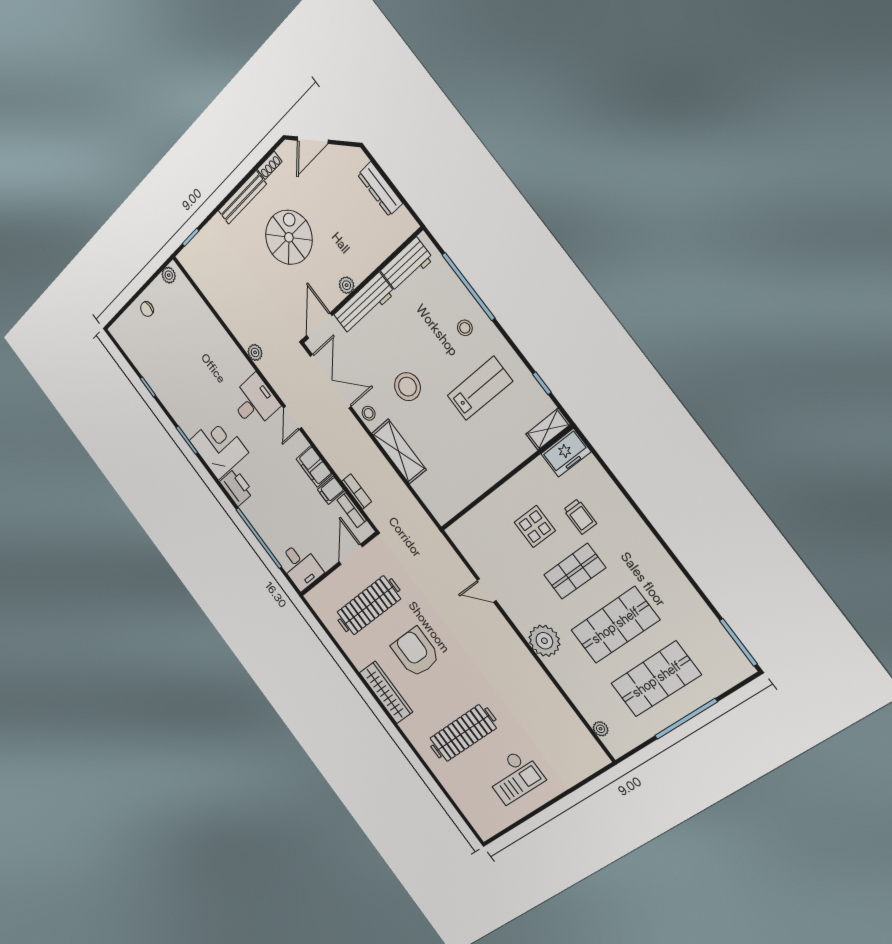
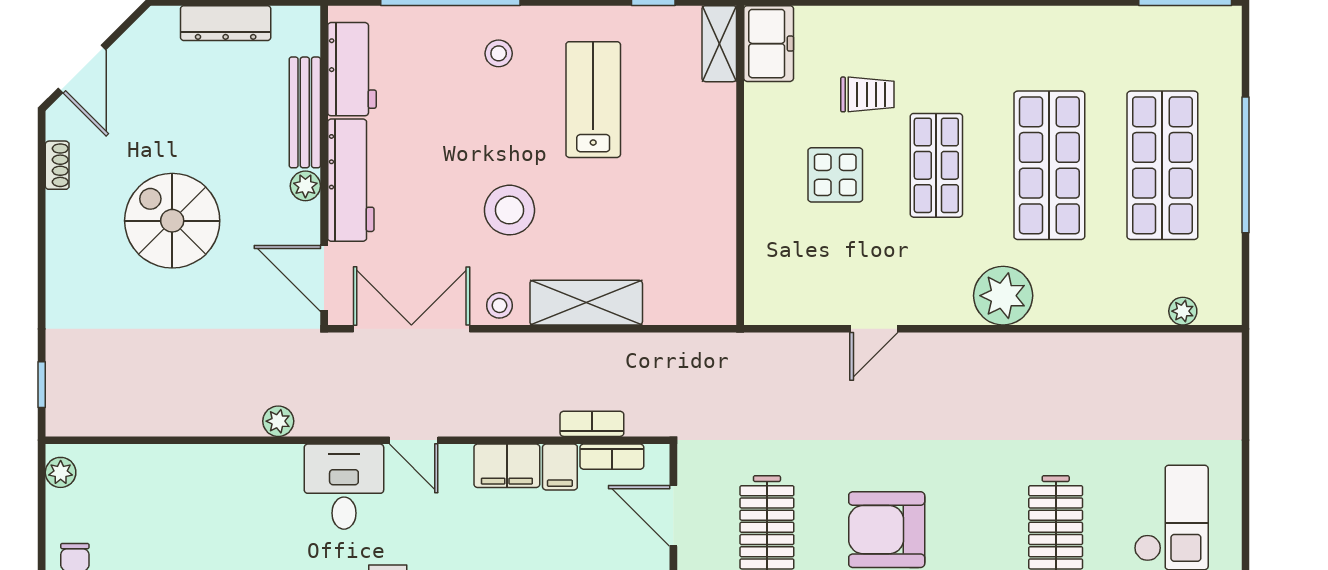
bench: (242, 197) -> (305, 112), moved

